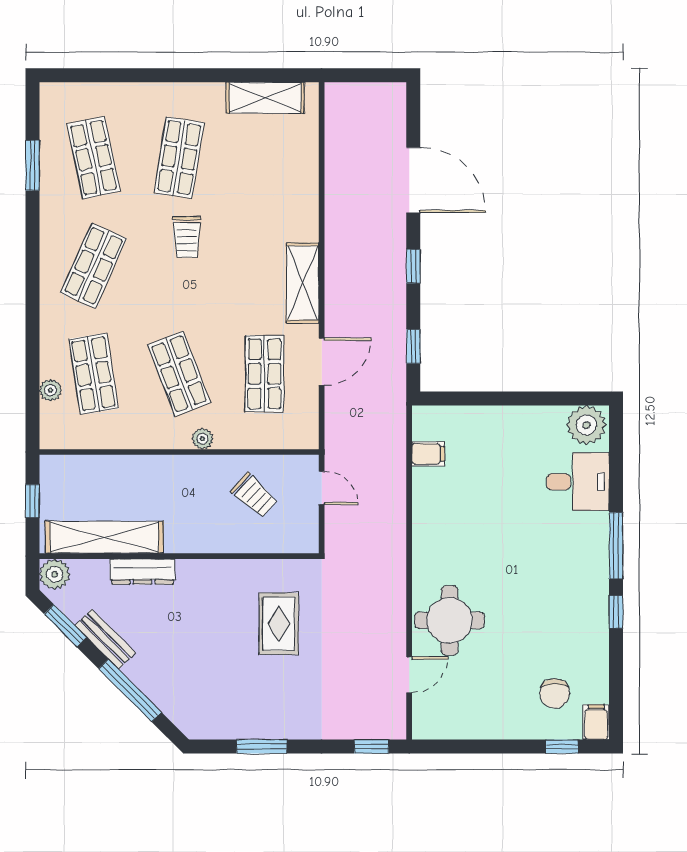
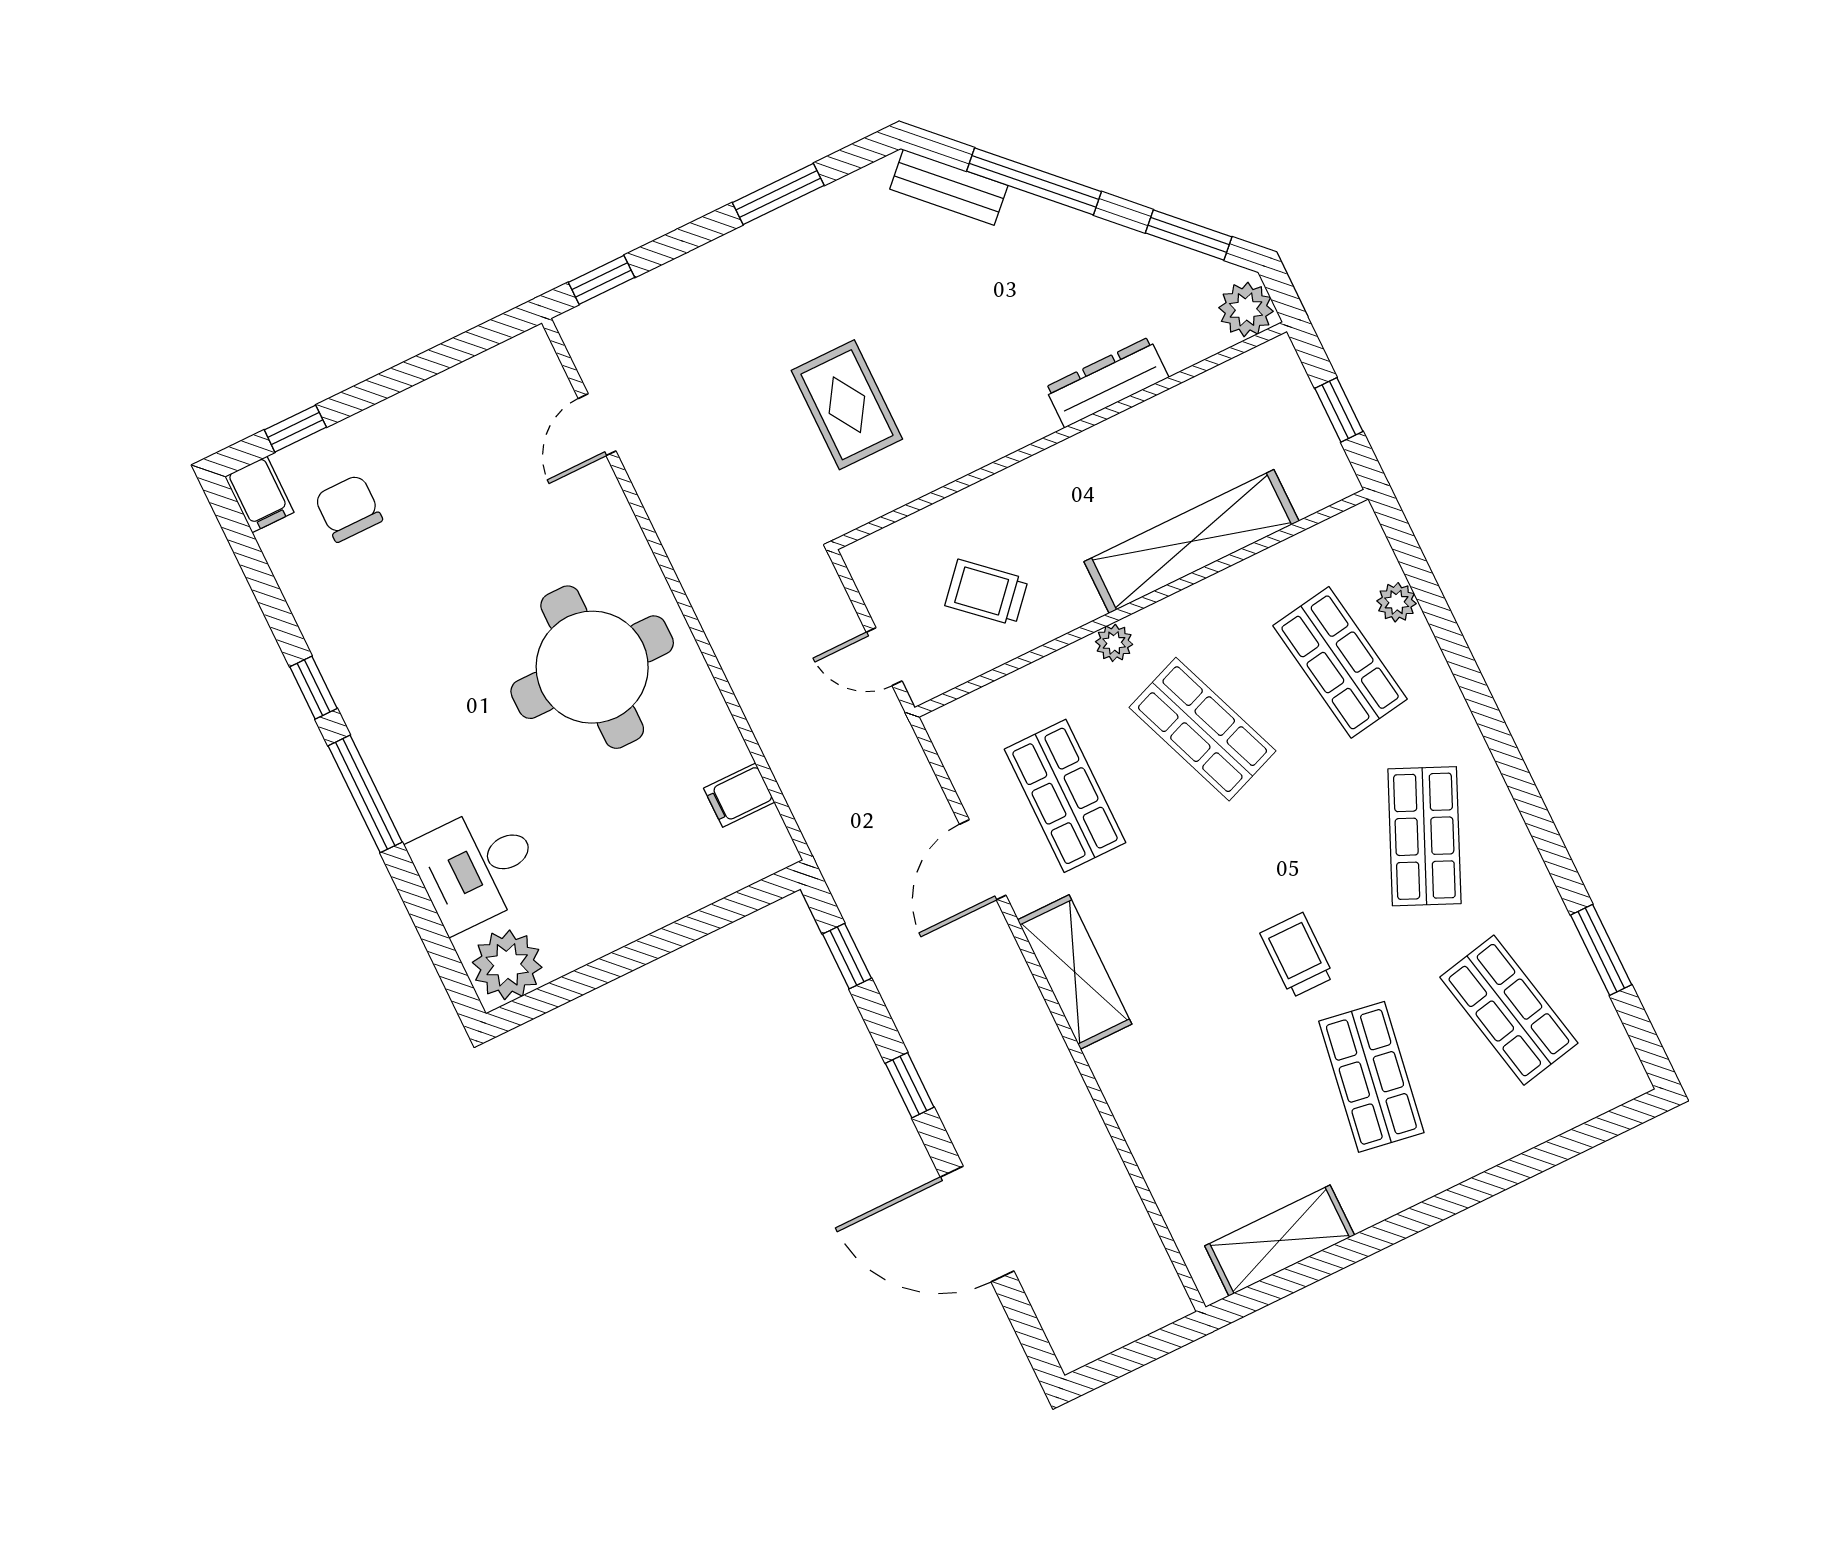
shelving: (104, 537) -> (1192, 541), moved
round table: (450, 620) -> (592, 667), moved, width x1.36, depth x1.36
bench: (105, 639) -> (949, 187), moved

